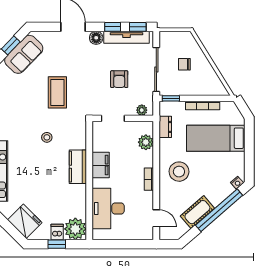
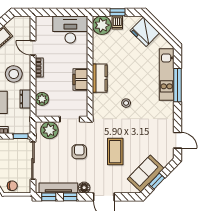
chair: (184, 64) -> (12, 186), moved
armchair: (119, 79) -> (79, 152), moved
coffee table: (57, 92) -> (115, 152), moved
plant: (142, 110) -> (49, 130), width x1.87, depth x1.87
dresser: (165, 127) -> (25, 99), moved
desk: (108, 208) -> (70, 30), moved, turned -90
door: (156, 218) -> (33, 48), moved

